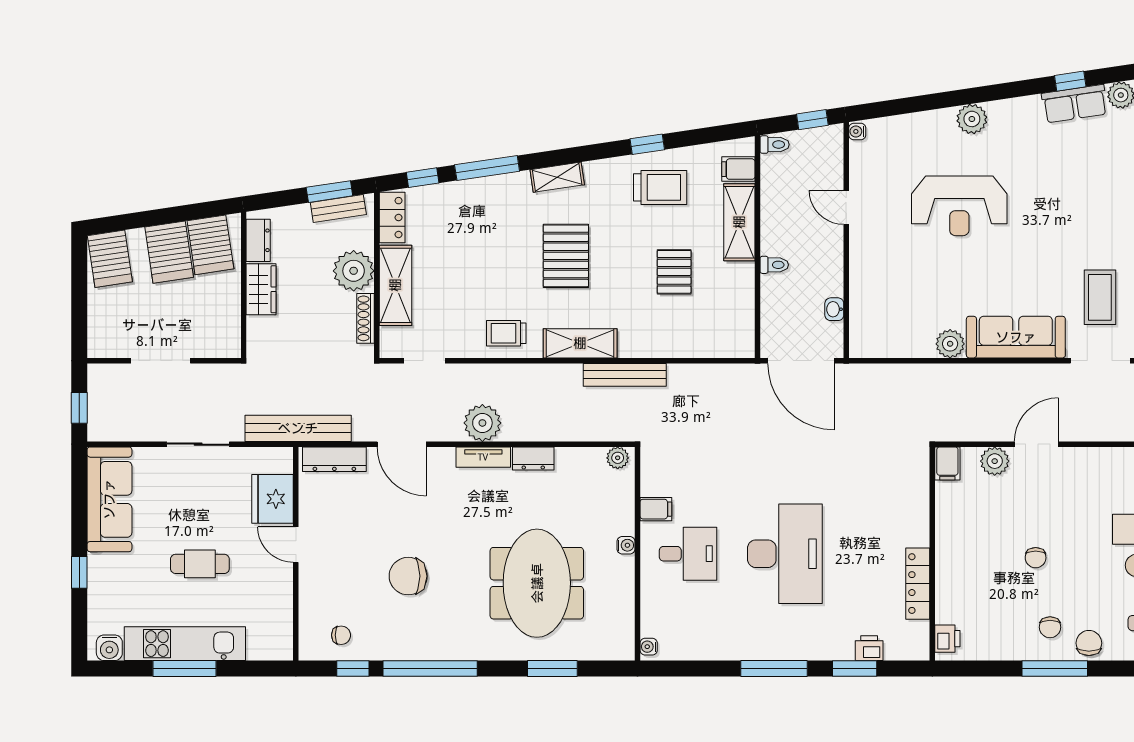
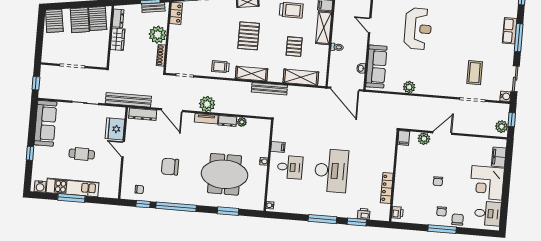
reception desk: (959, 206) -> (418, 29), turned -90
shelving: (395, 285) -> (301, 77), moved, turned 90
sofa: (1016, 337) -> (376, 66), moved, turned 90
plant: (618, 458) -> (242, 122), moved
meeting table: (537, 583) -> (225, 174), turned 90

